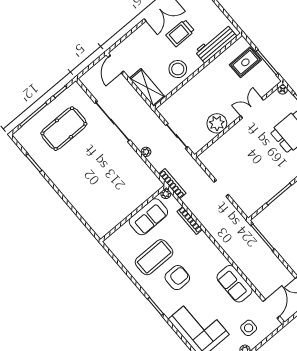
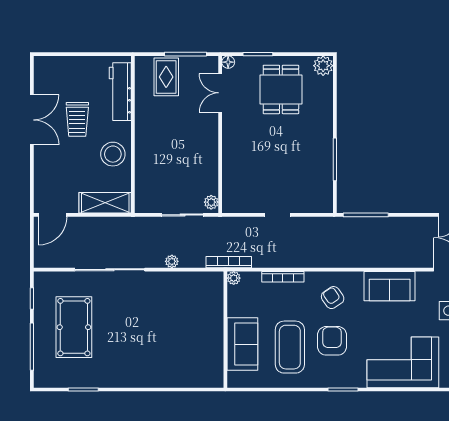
door: (116, 64) -> (53, 215), hinge flipped
double door: (252, 108) -> (220, 93), moved
plant: (217, 123) -> (211, 202), moved, width x0.53, depth x0.53
sofa: (148, 217) -> (242, 344), moved
armchair: (201, 258) -> (333, 298), added

